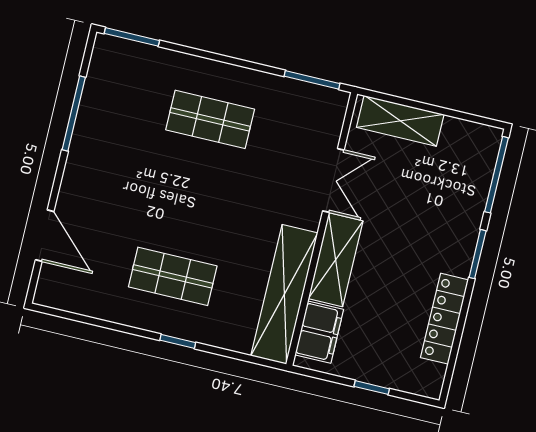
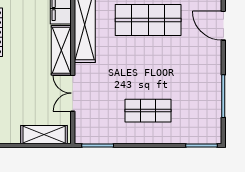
shop shelf: (173, 276) -> (148, 20), width x1.43, depth x1.36

